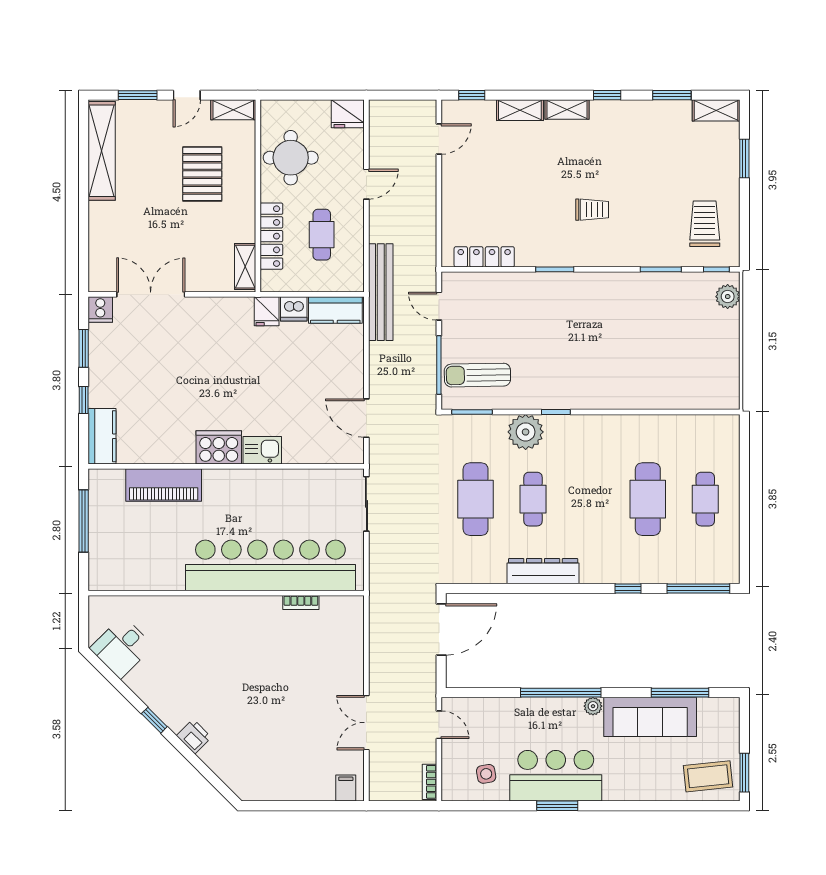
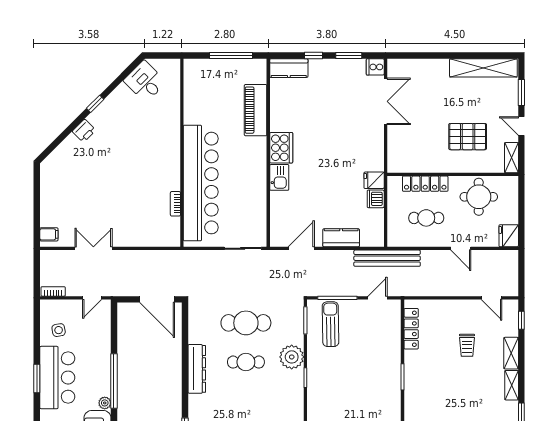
trolley: (592, 210) -> (467, 345), moved
shelving: (245, 267) -> (404, 166), removed
kitchen counter: (335, 310) -> (341, 238), moved, turned 90

